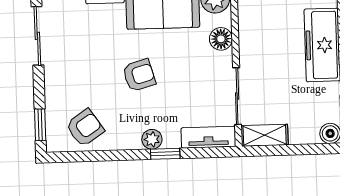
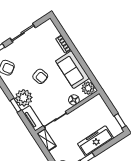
sliding door: (37, 36) -> (23, 33), moved
plant: (152, 139) -> (24, 98), width x1.87, depth x1.87

